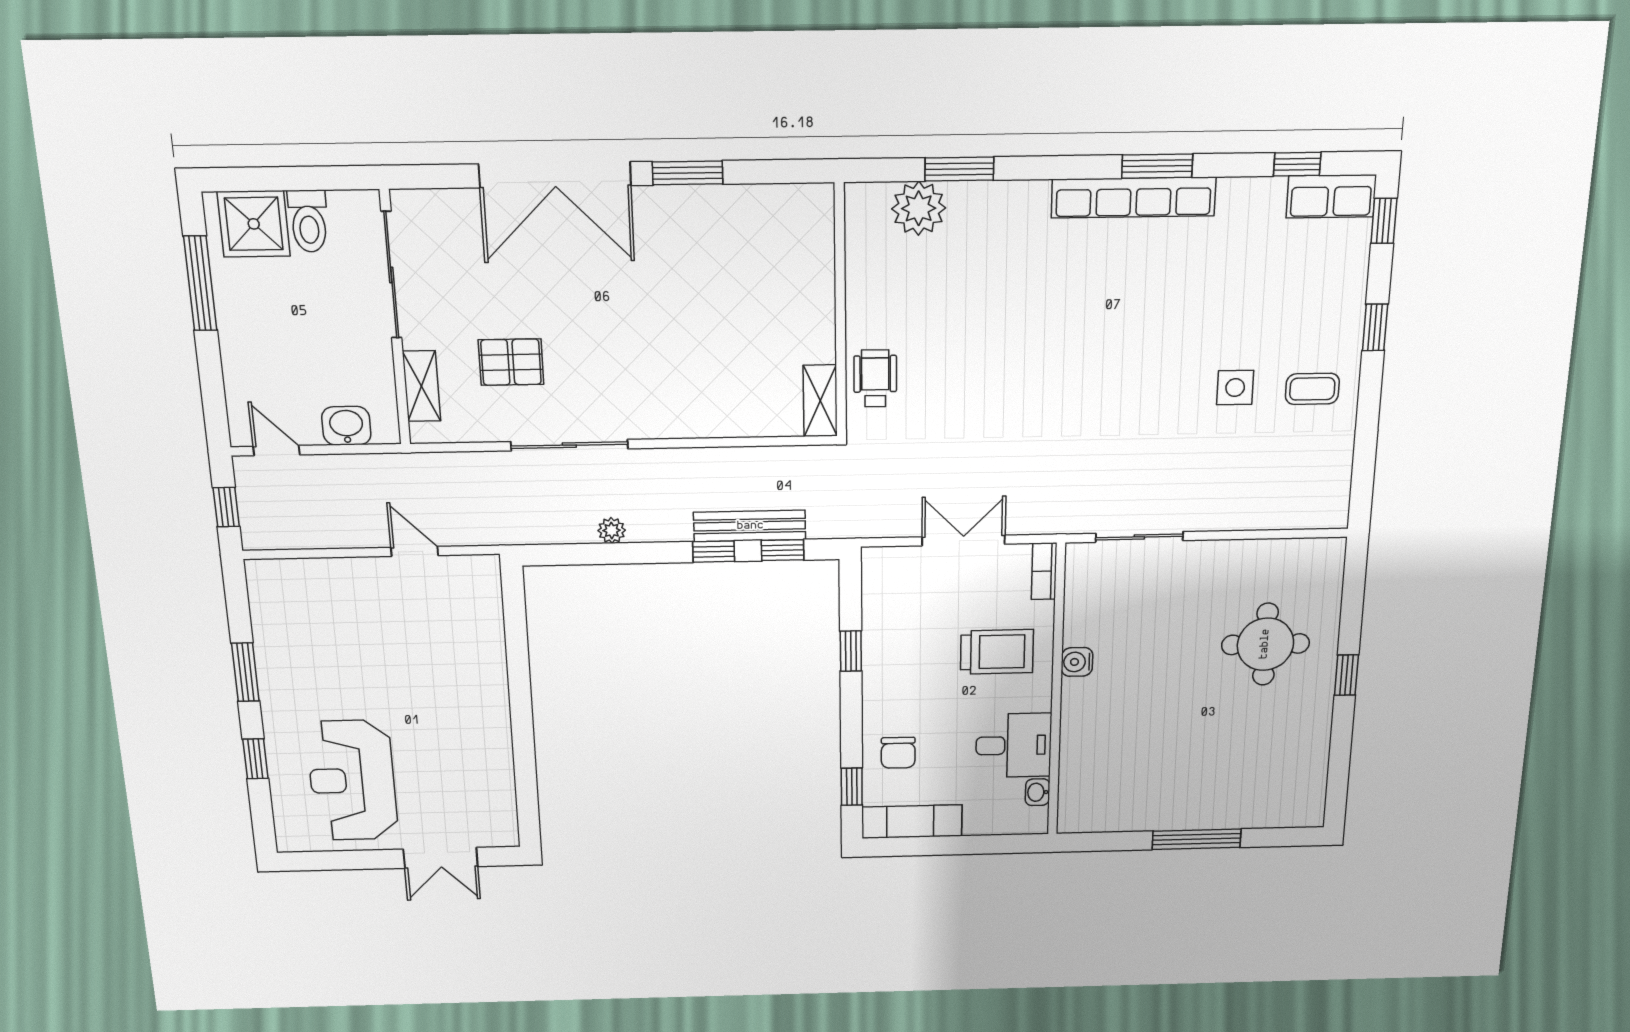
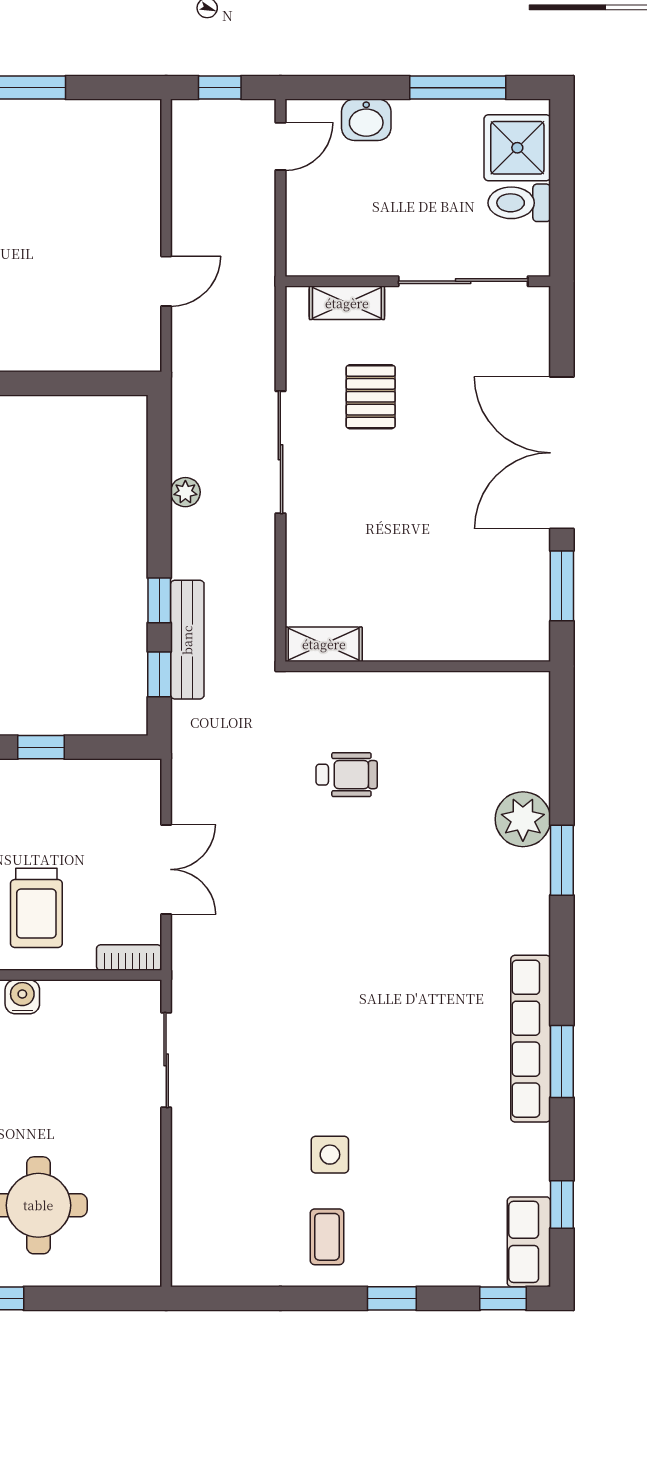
wall: (840, 312) -> (418, 666), moved
shelving: (820, 401) -> (324, 644), moved
washbasin: (346, 426) -> (366, 120), moved, turned 90

